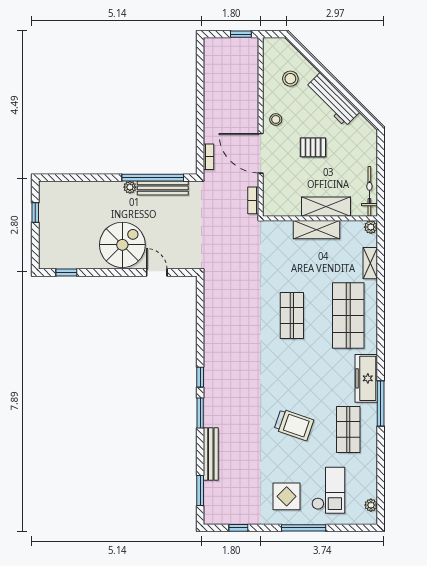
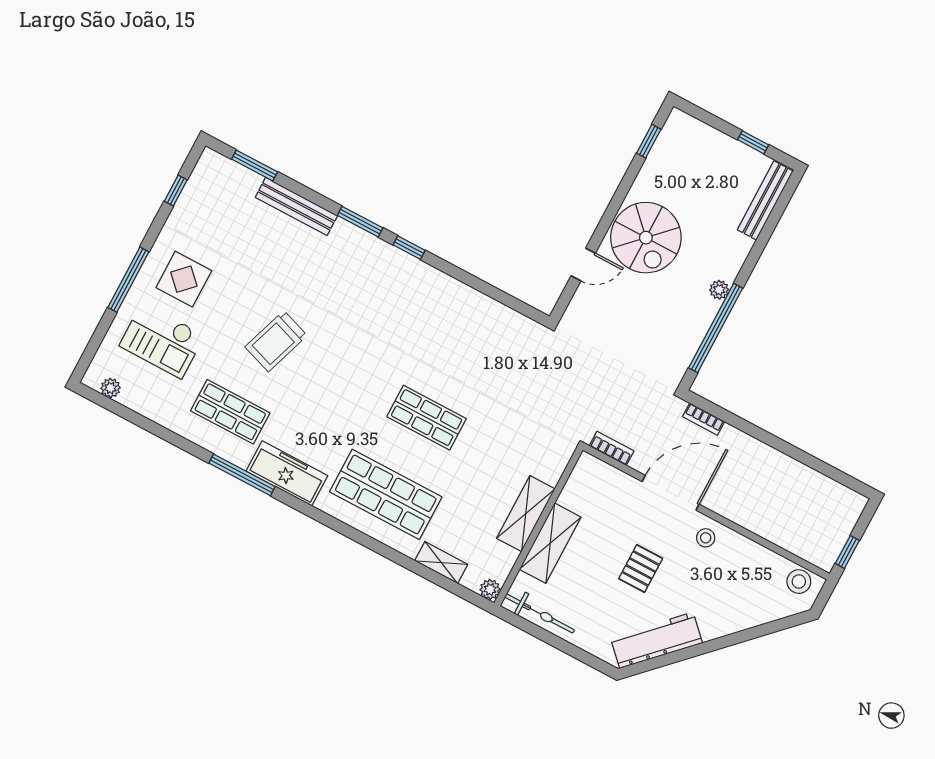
stool: (290, 79) -> (799, 582), moved
workbench: (332, 100) -> (656, 640), moved
bench: (163, 188) -> (765, 200), moved

